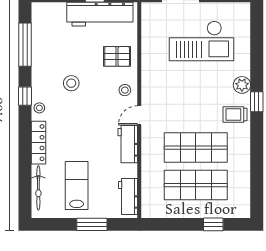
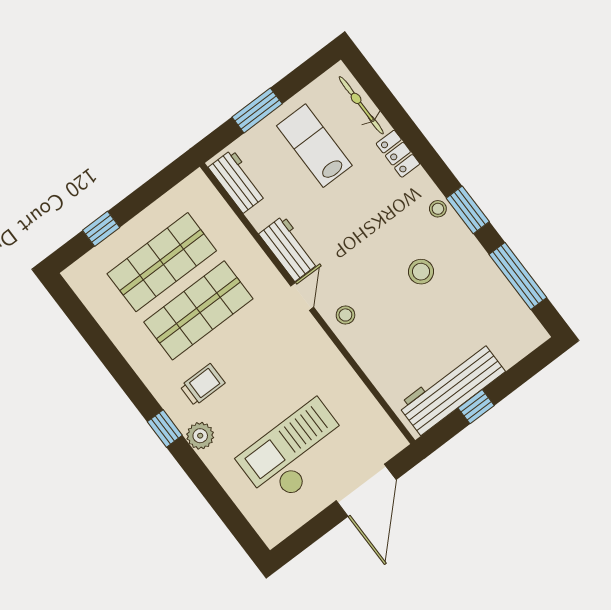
pallet: (117, 56) -> (388, 351), removed
window: (25, 96) -> (468, 210), width x1.50
trolley: (235, 114) -> (202, 385), moved
locker: (38, 143) -> (398, 154), width x0.66
lab bench: (77, 186) -> (314, 146), turned 180

